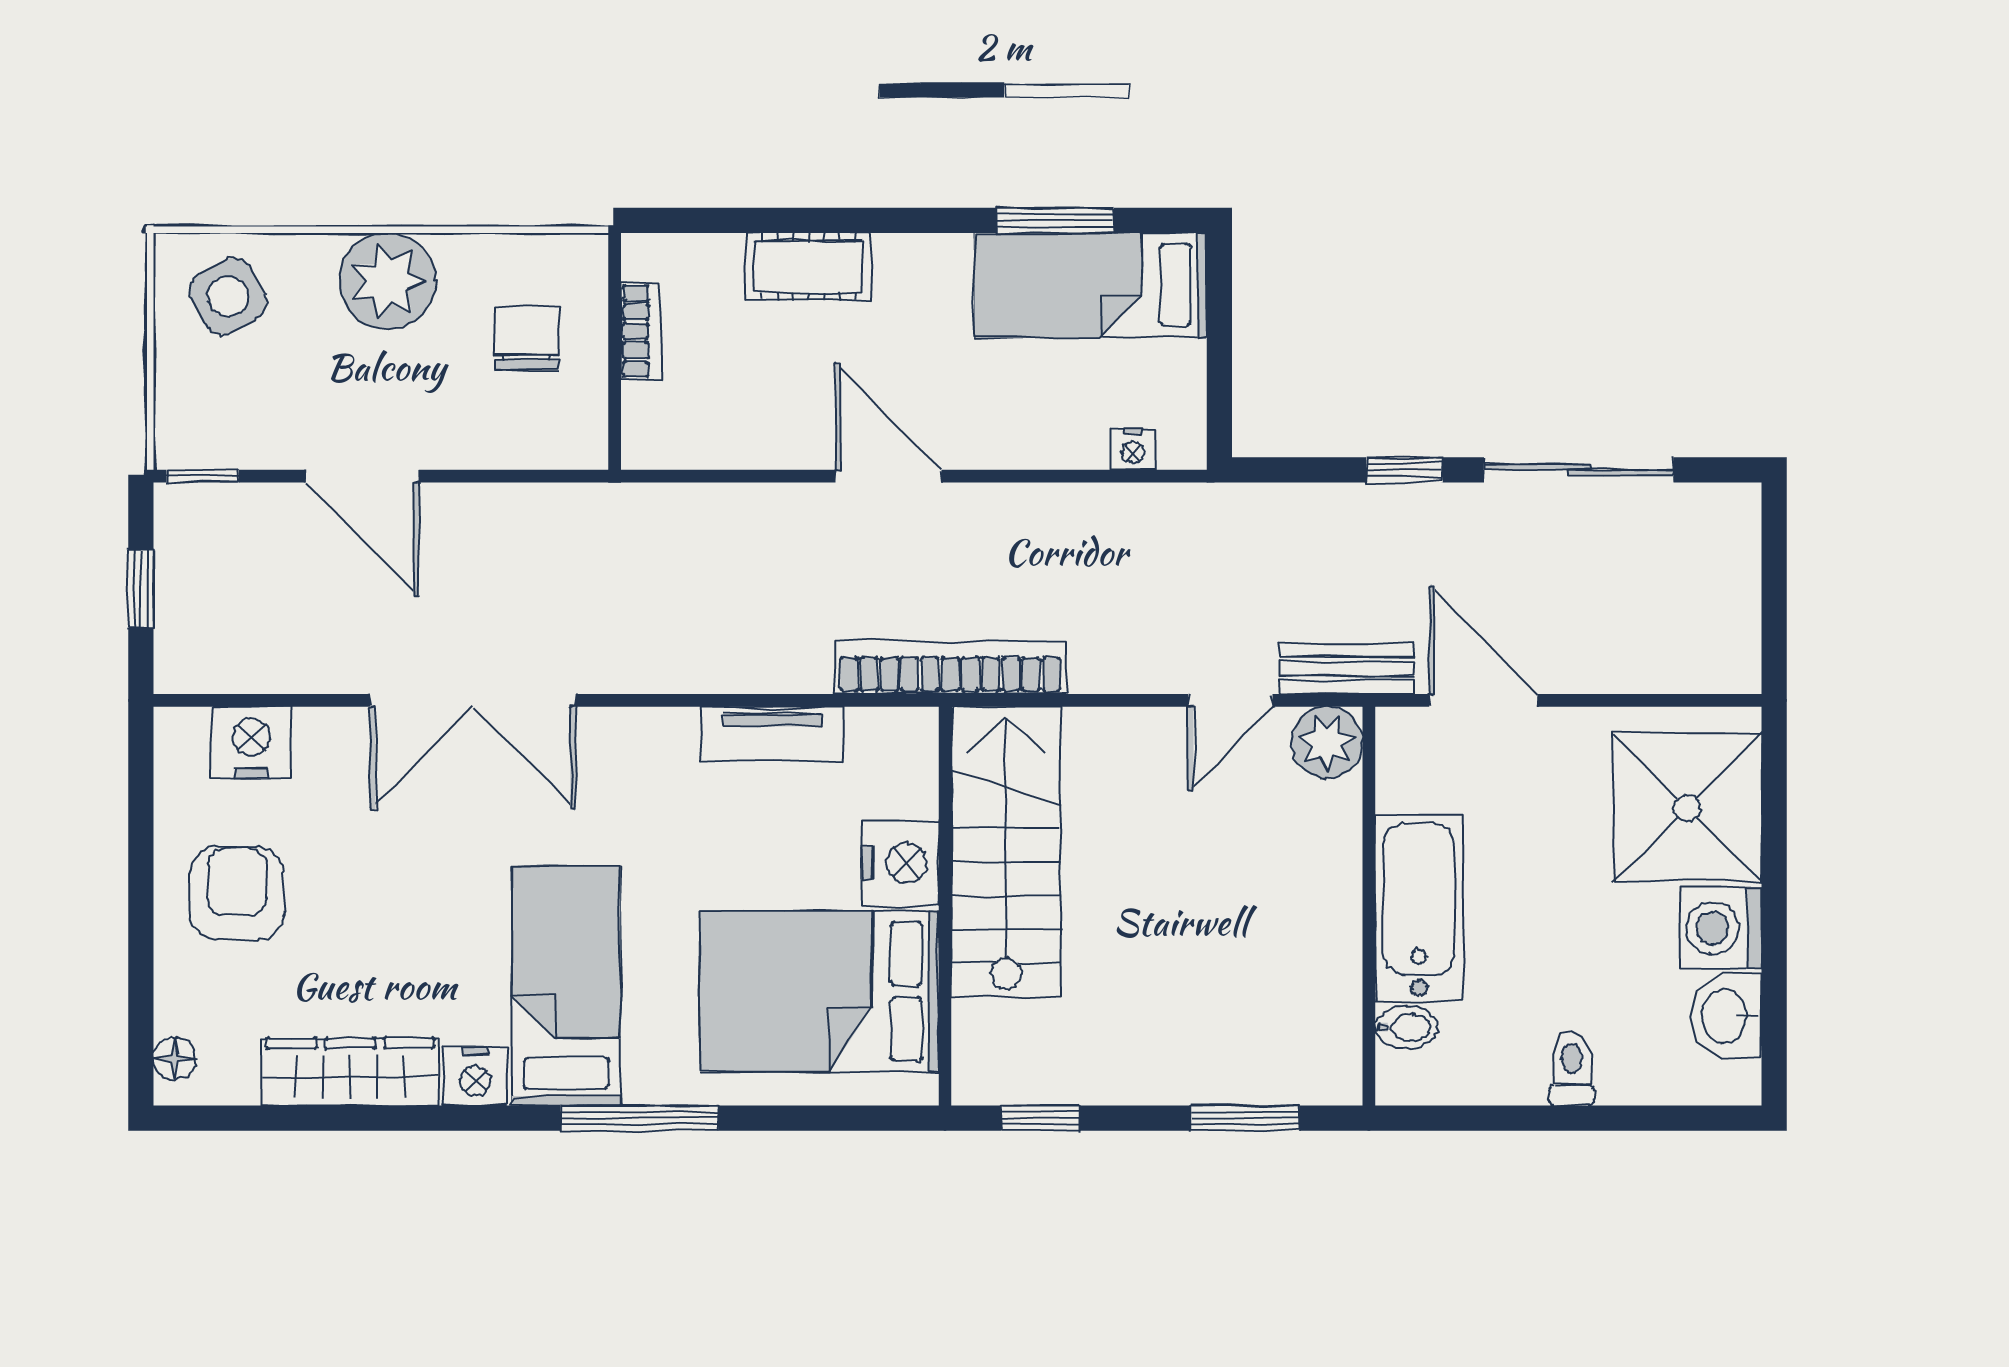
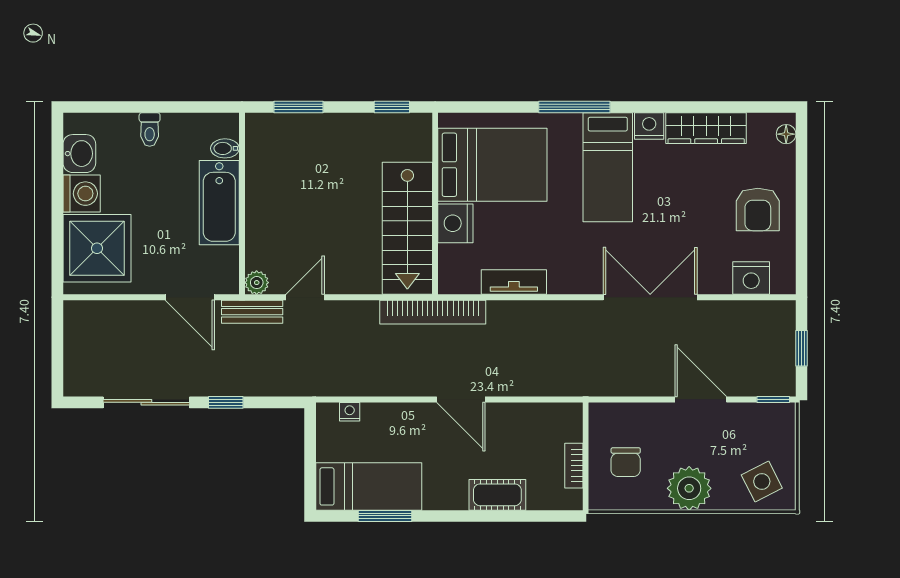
plant: (1327, 743) -> (257, 283), width x0.73, depth x0.73

